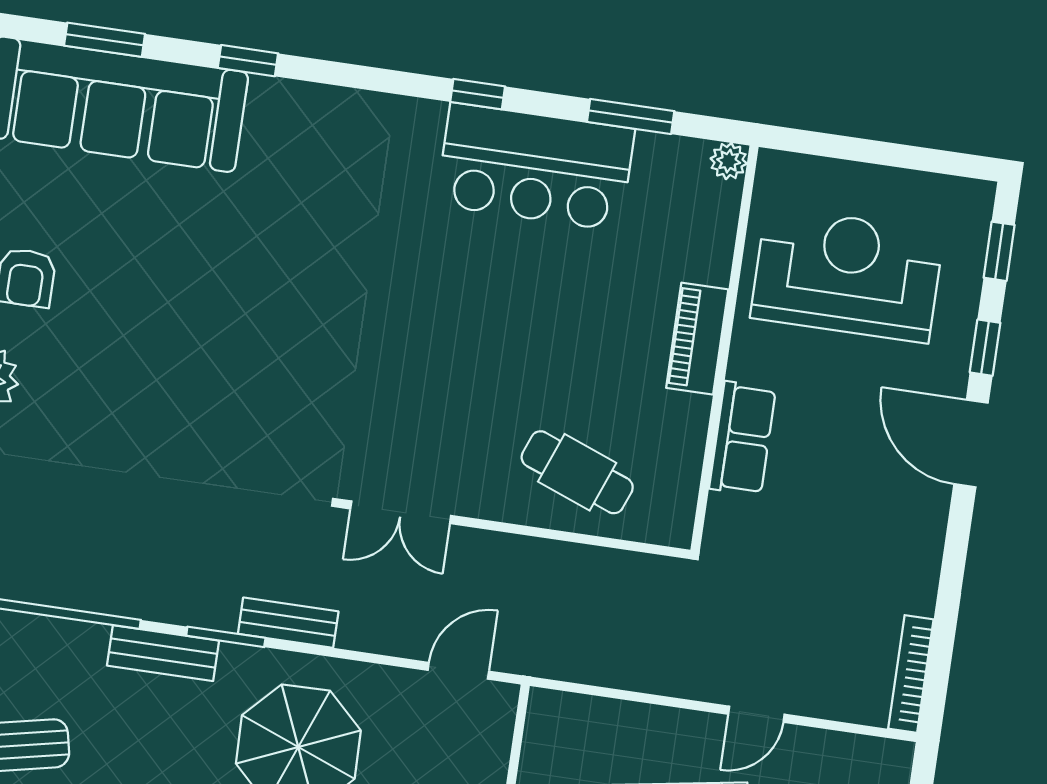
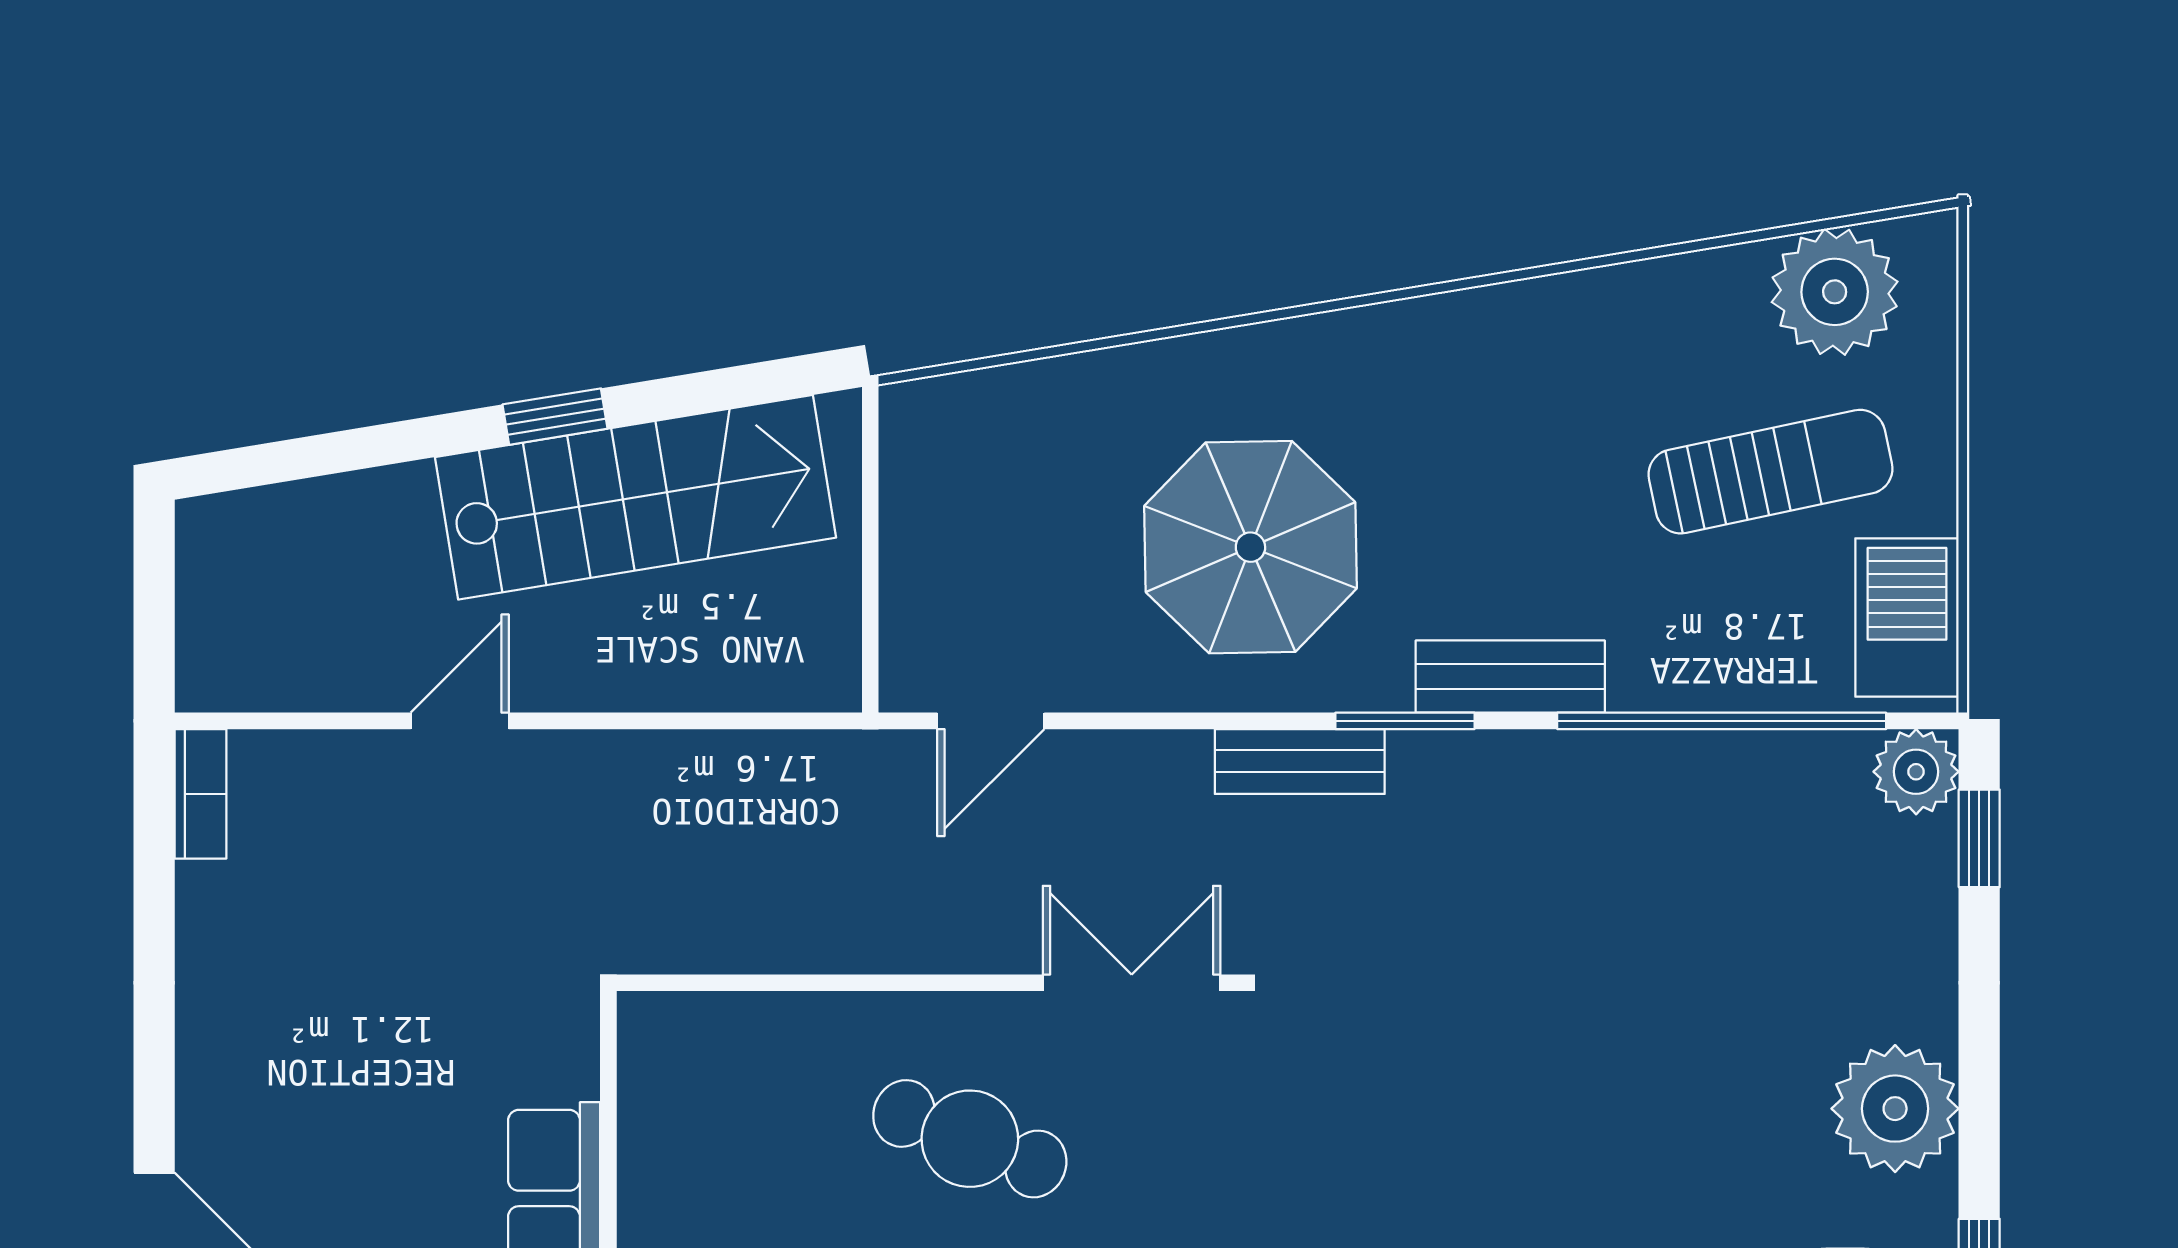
cafe table: (577, 472) -> (970, 1139), moved
bookcase: (911, 674) -> (201, 794), width x0.64

